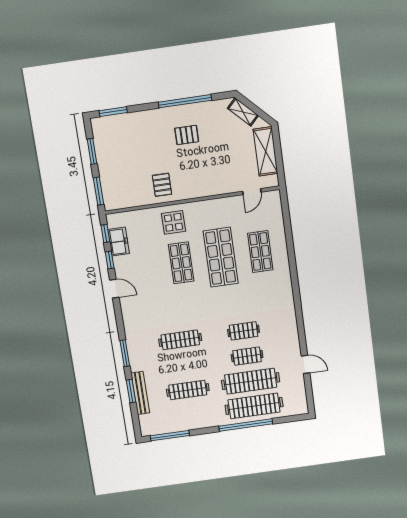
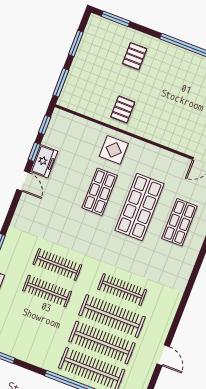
pallet: (187, 135) -> (135, 56), moved, turned 90
freezer: (118, 242) -> (44, 161), moved
clothes rail: (244, 331) -> (122, 289), width x1.36
clothes rail: (247, 356) -> (112, 316), width x1.86, depth x1.31
clothes rail: (188, 390) -> (47, 291), moved

